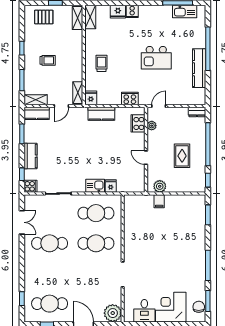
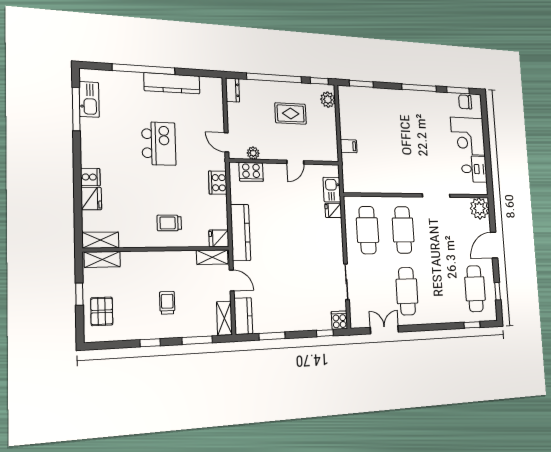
kitchen counter: (101, 114) -> (240, 232), width x1.50
kitchen counter: (30, 156) -> (301, 322), removed
kitchen sink: (95, 186) -> (332, 190), moved
plant: (160, 186) -> (328, 100), moved

